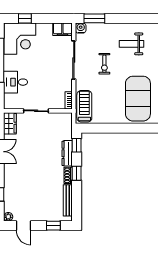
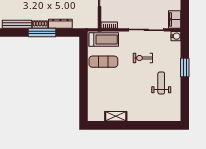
window: (94, 18) -> (185, 67), moved
exercise mat: (138, 99) -> (103, 62), moved, width x0.50, depth x0.69
window: (77, 145) -> (68, 32), removed
window: (77, 173) -> (42, 32), width x2.17

